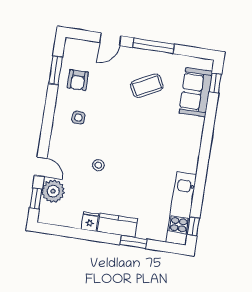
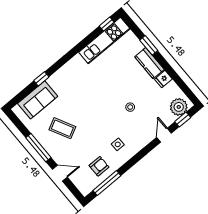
window: (56, 70) -> (107, 183), width x1.44
window: (215, 83) -> (41, 79), moved
plant: (53, 191) -> (179, 107), moved

